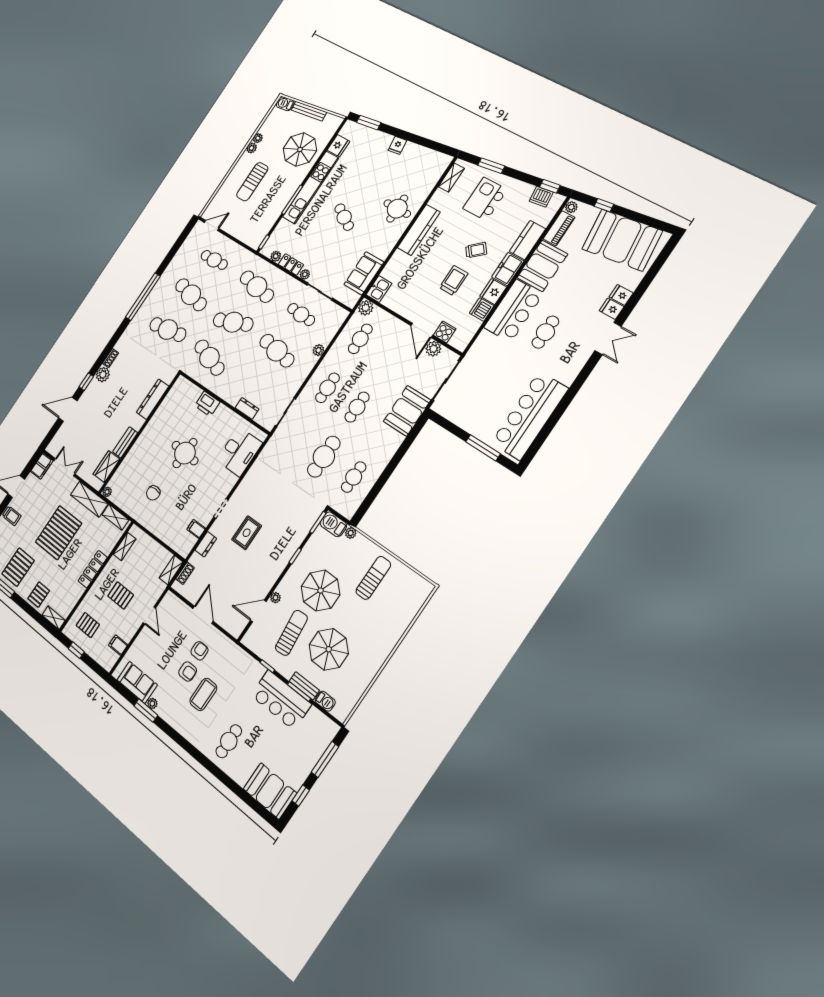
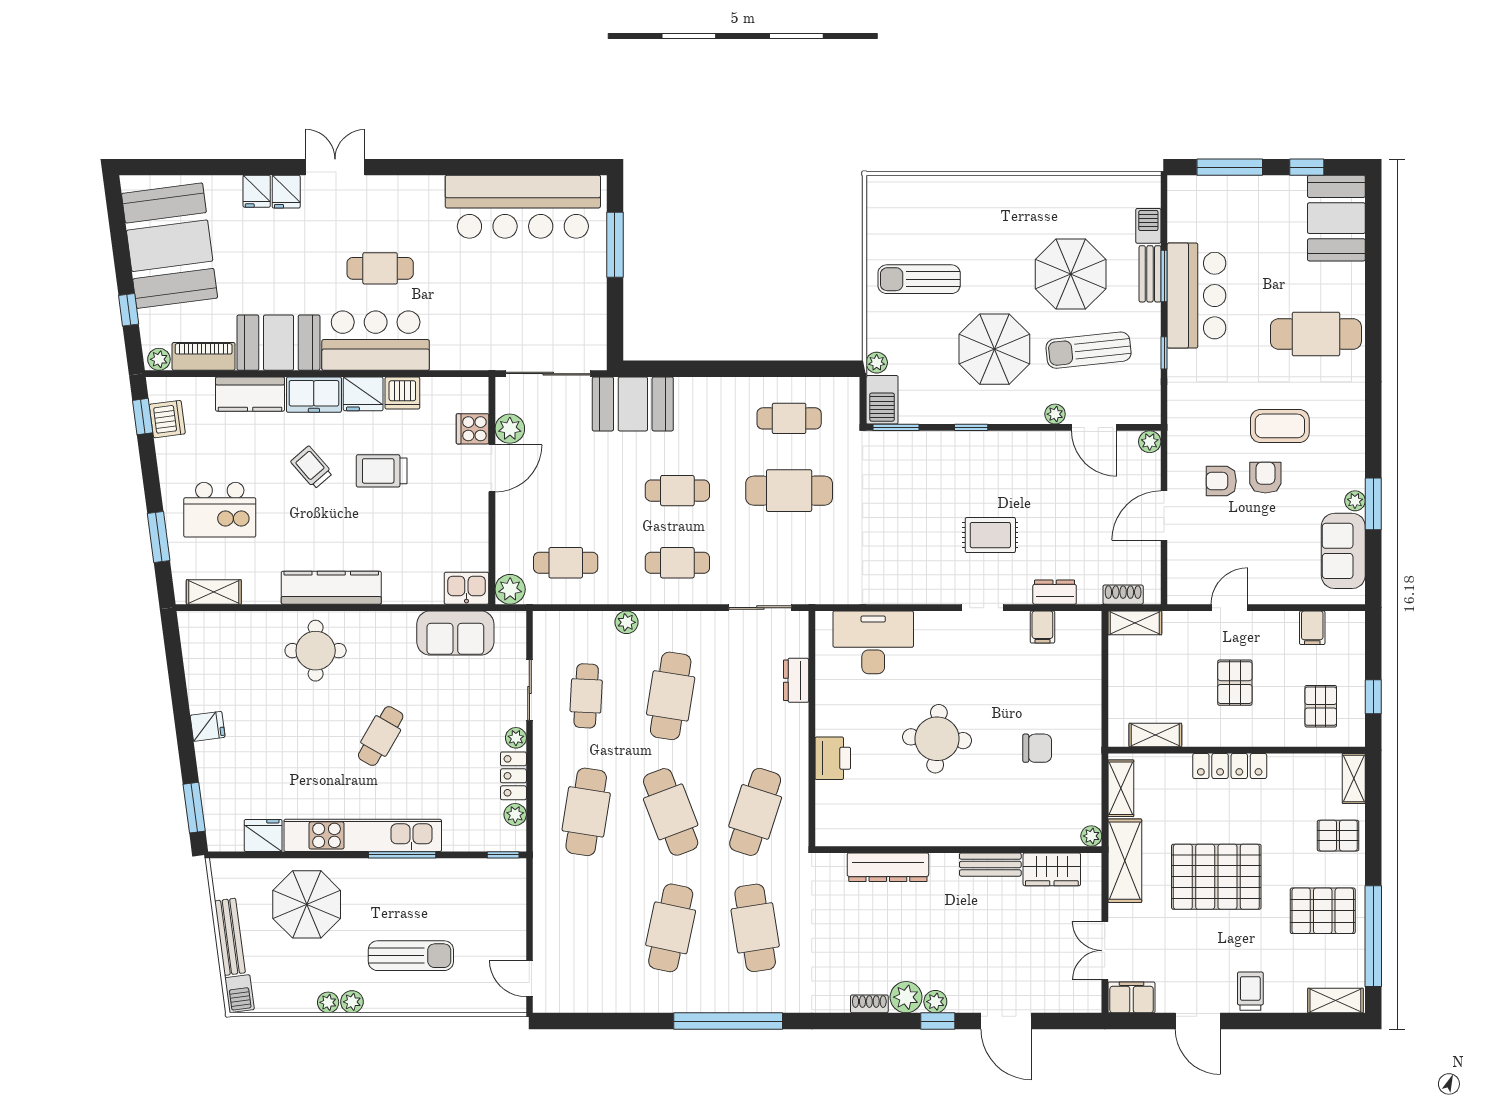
cafe table: (214, 260) -> (586, 928), removed
plant: (93, 385) -> (935, 1002), added
plant: (236, 631) -> (1150, 442), added
cafe table: (229, 741) -> (1316, 334), width x1.37, depth x1.35

